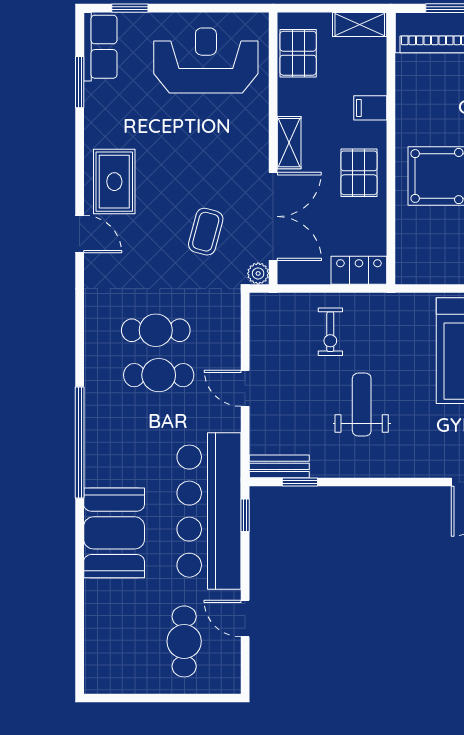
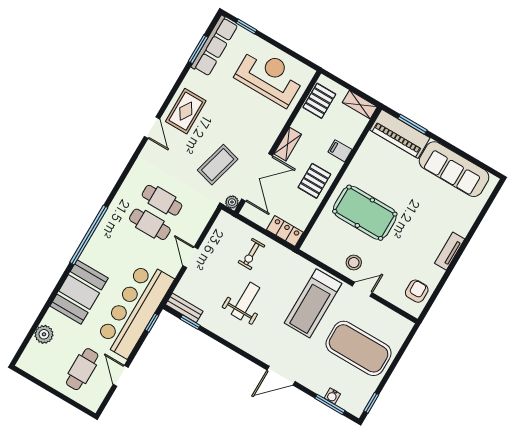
row of seats: (100, 47) -> (214, 46), width x1.48
coffee table: (206, 232) -> (218, 165), width x1.36, depth x1.30
plant: (99, 624) -> (44, 334), added

